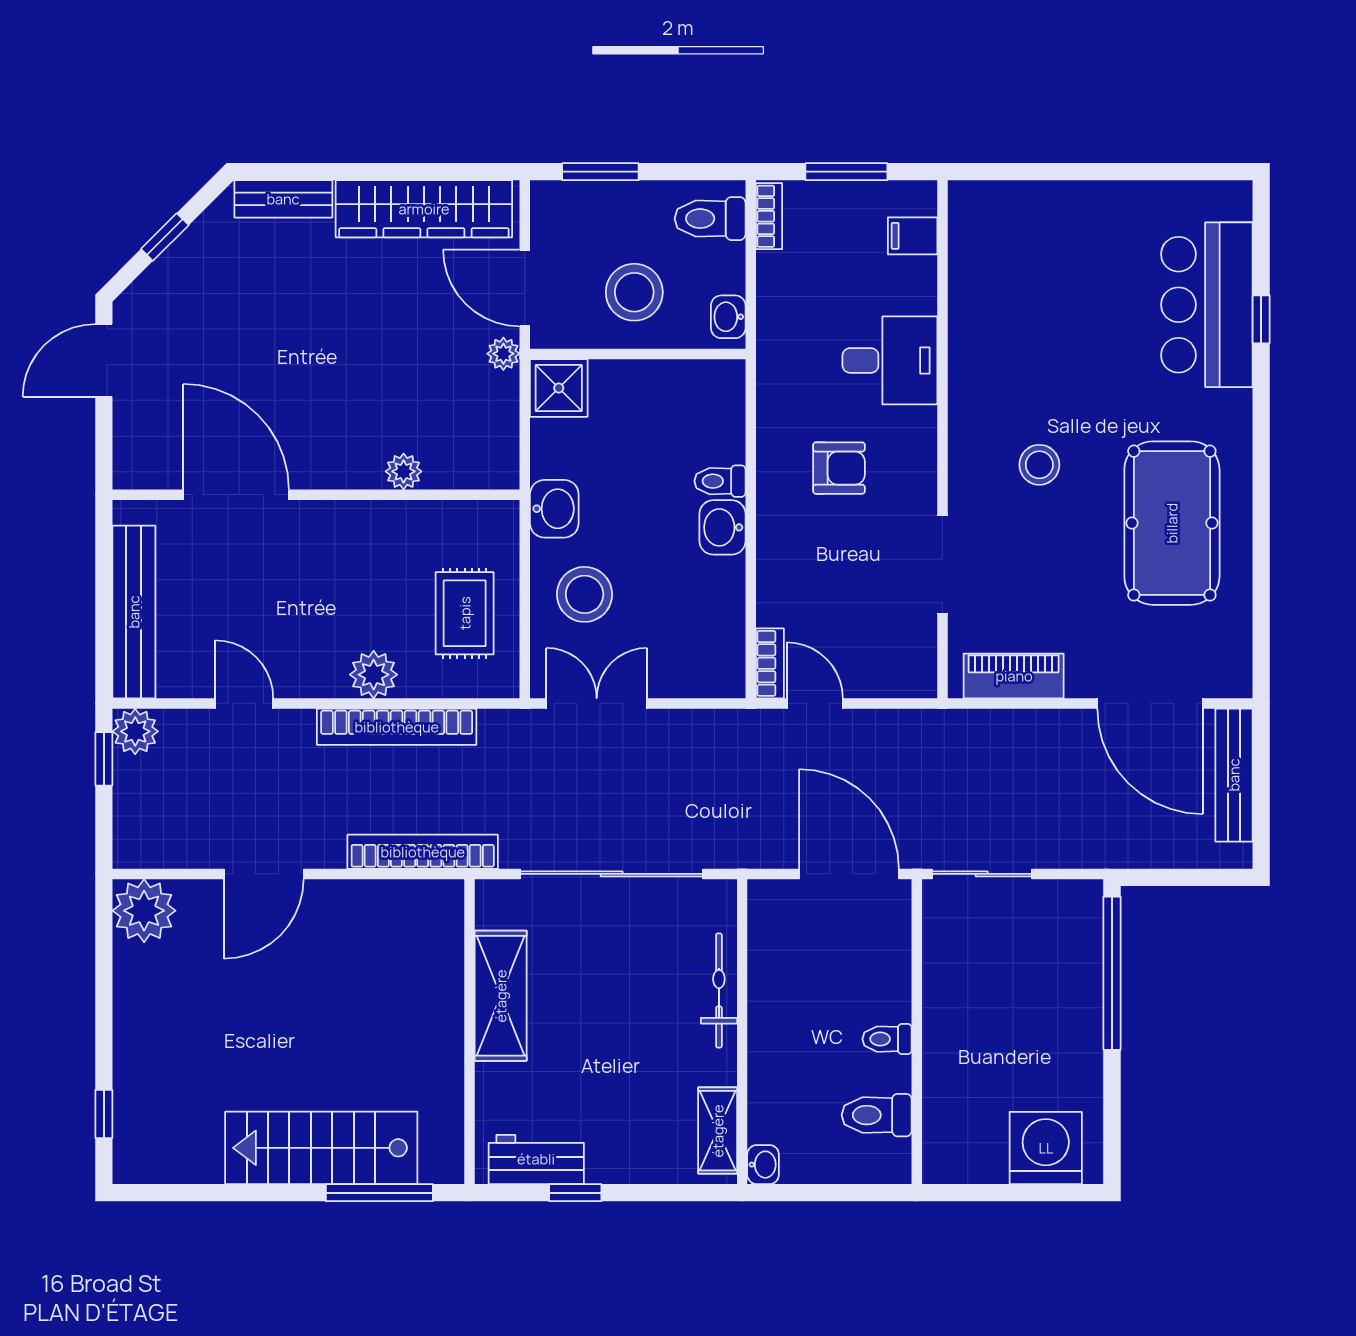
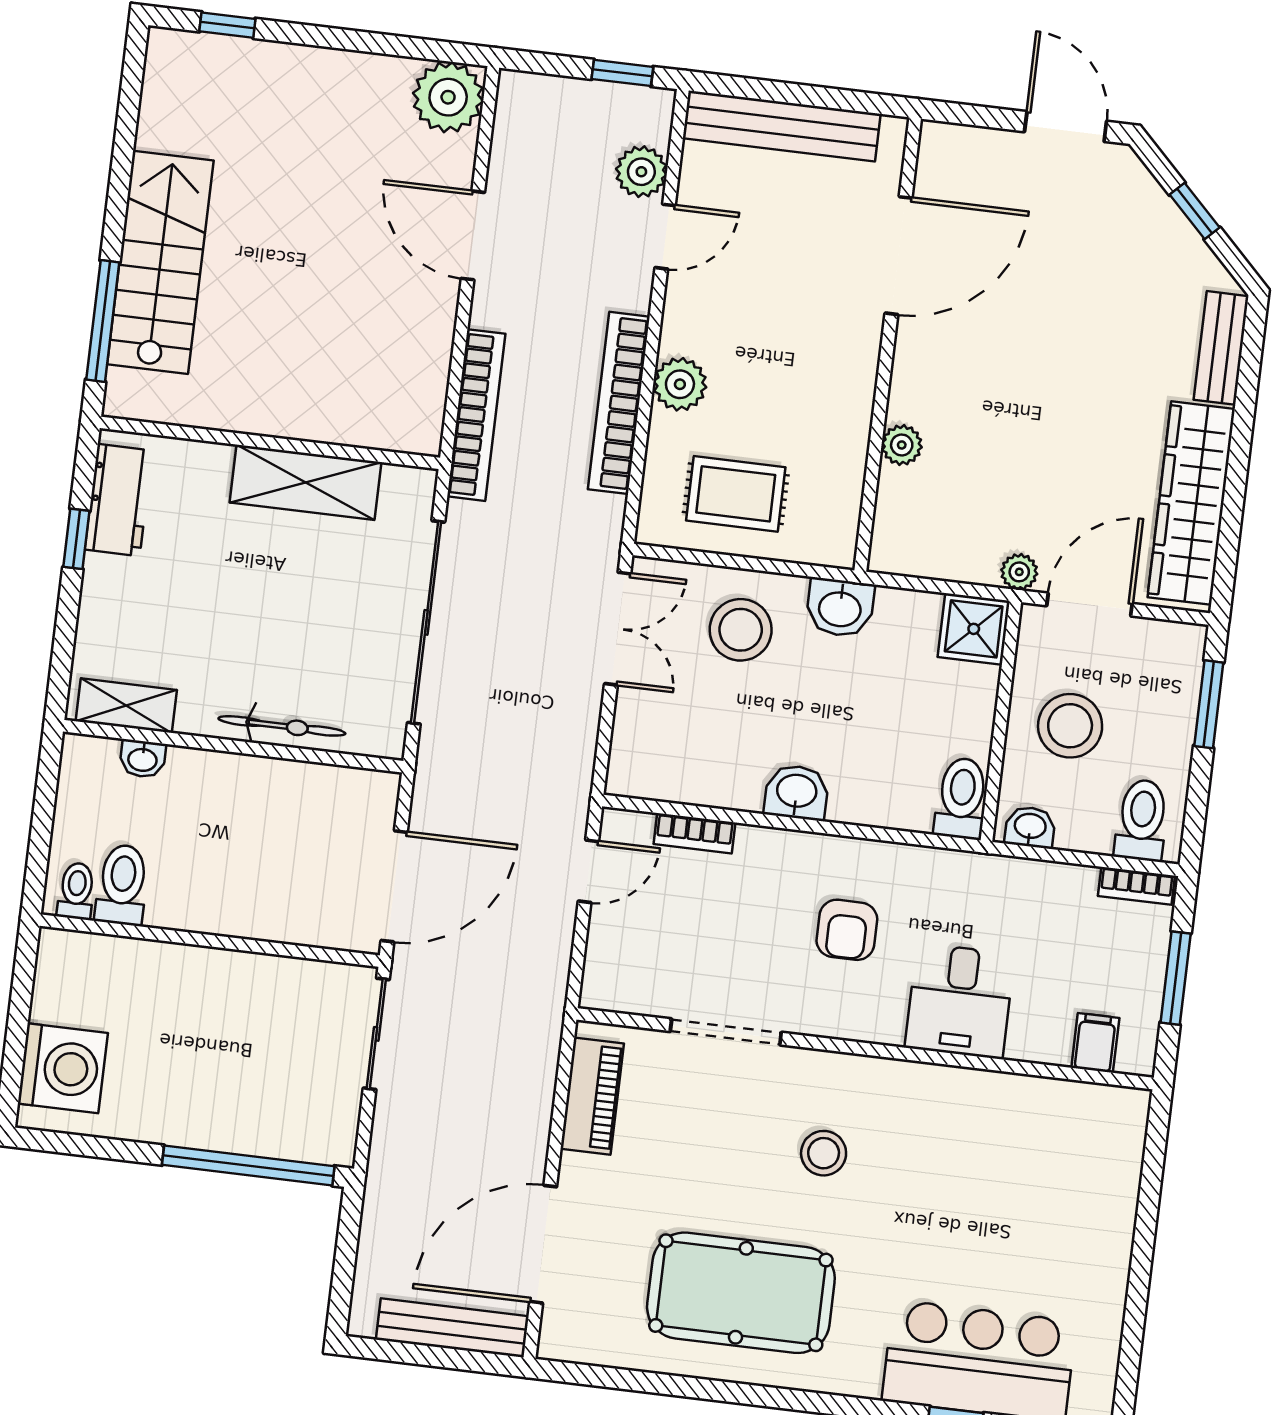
toilet: (720, 481) -> (961, 798), moved, width x1.37, depth x1.39
bookcase: (770, 663) -> (694, 833), moved
plant: (135, 731) -> (641, 172), moved
toilet: (887, 1039) -> (76, 891), moved
washbasin: (763, 1165) -> (143, 759), moved

